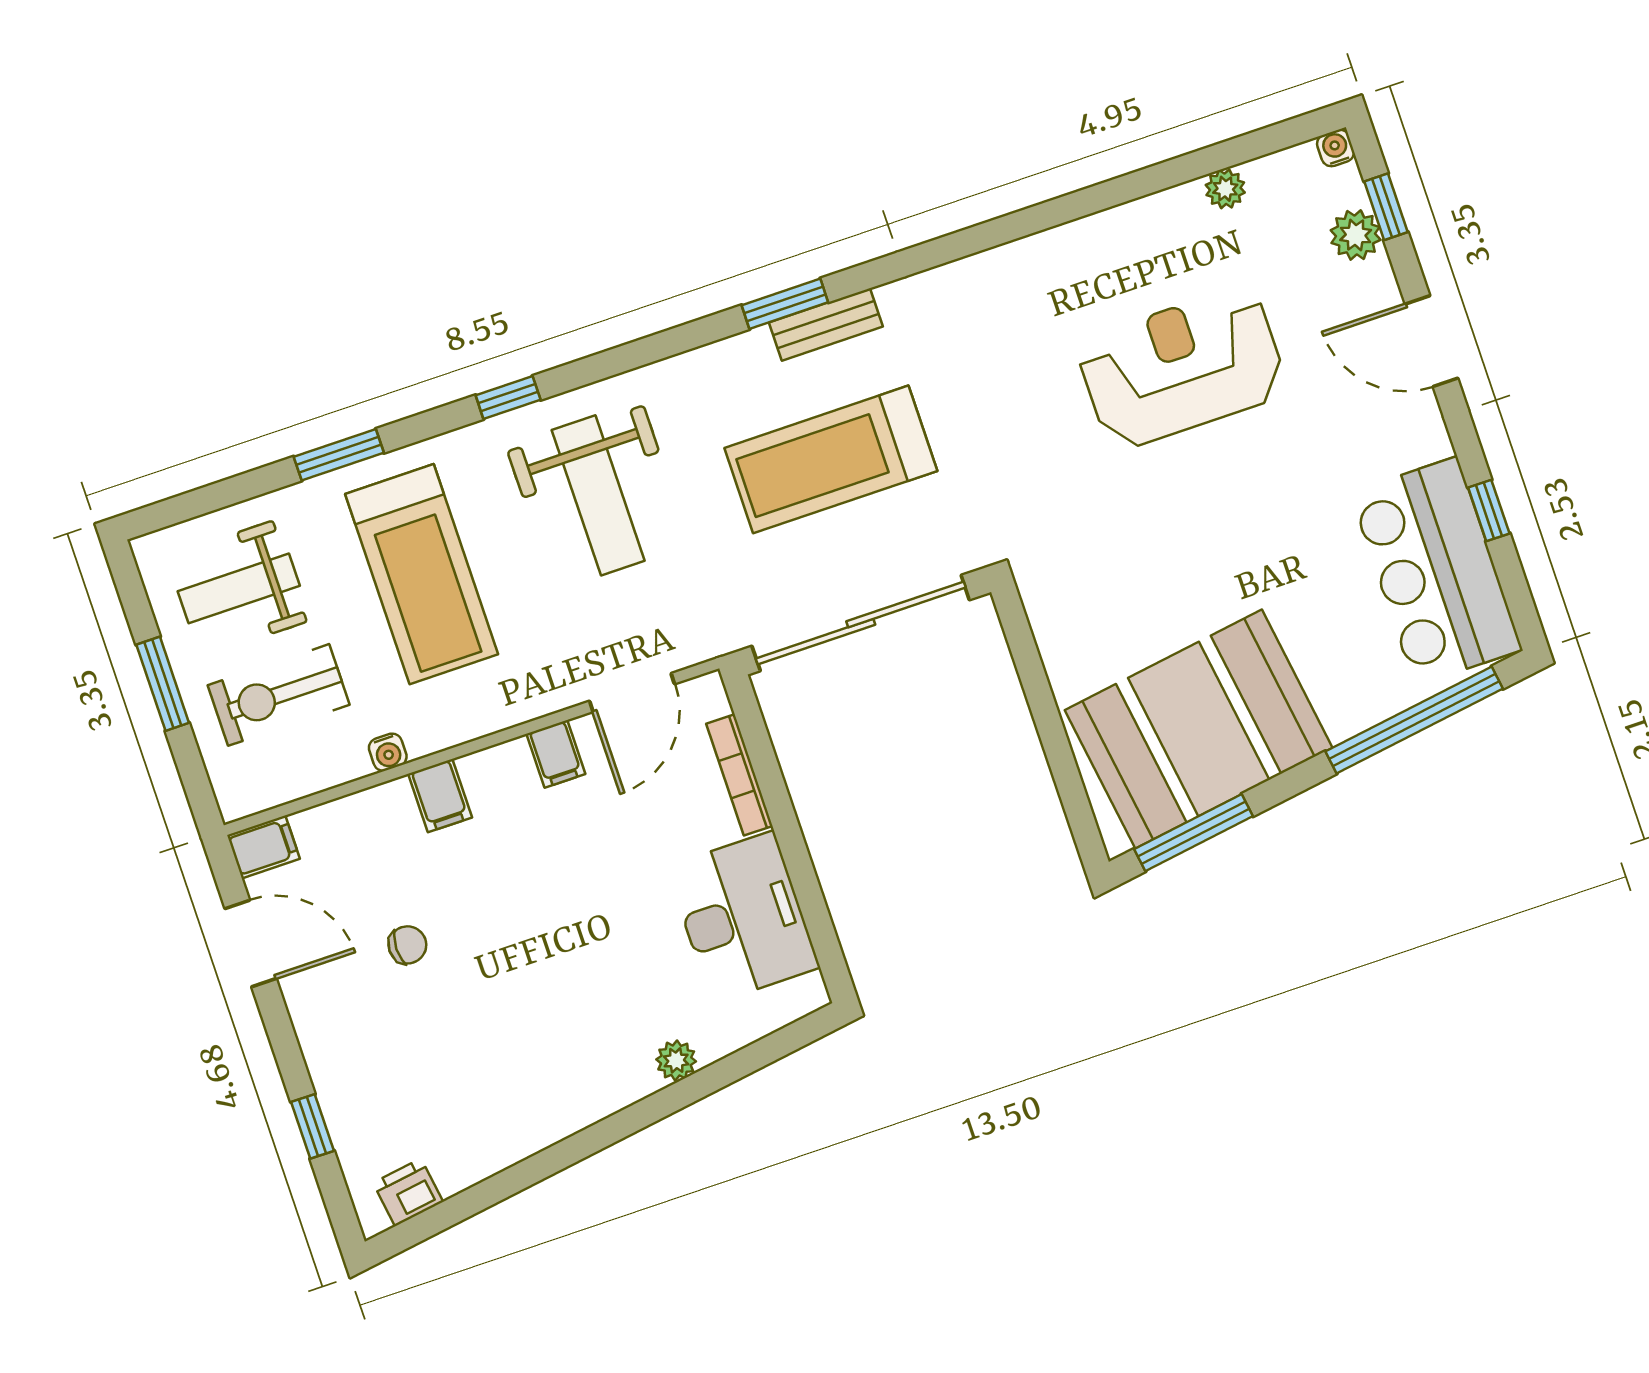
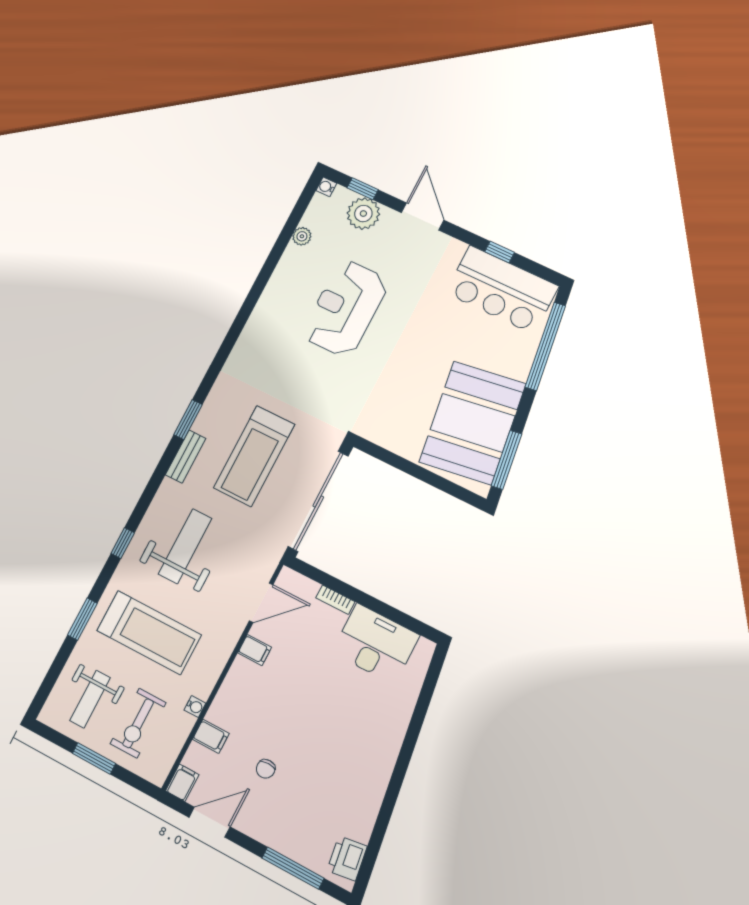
plant: (1356, 235) -> (363, 214), width x1.36, depth x1.36
bench: (826, 324) -> (186, 457), moved
door: (1431, 341) -> (423, 216), swing flipped
weight bench: (598, 495) -> (185, 546), turned -90
door: (632, 693) -> (261, 603), hinge flipped
bookcase: (739, 775) -> (335, 600), width x0.64
filing cabinet: (440, 796) -> (211, 736), moved
chair: (407, 945) -> (266, 769), turned 180
plant: (676, 1060) -> (401, 718), removed
window: (313, 1126) -> (293, 868), width x2.17
printer: (408, 1192) -> (347, 858), width x1.36, depth x1.24

